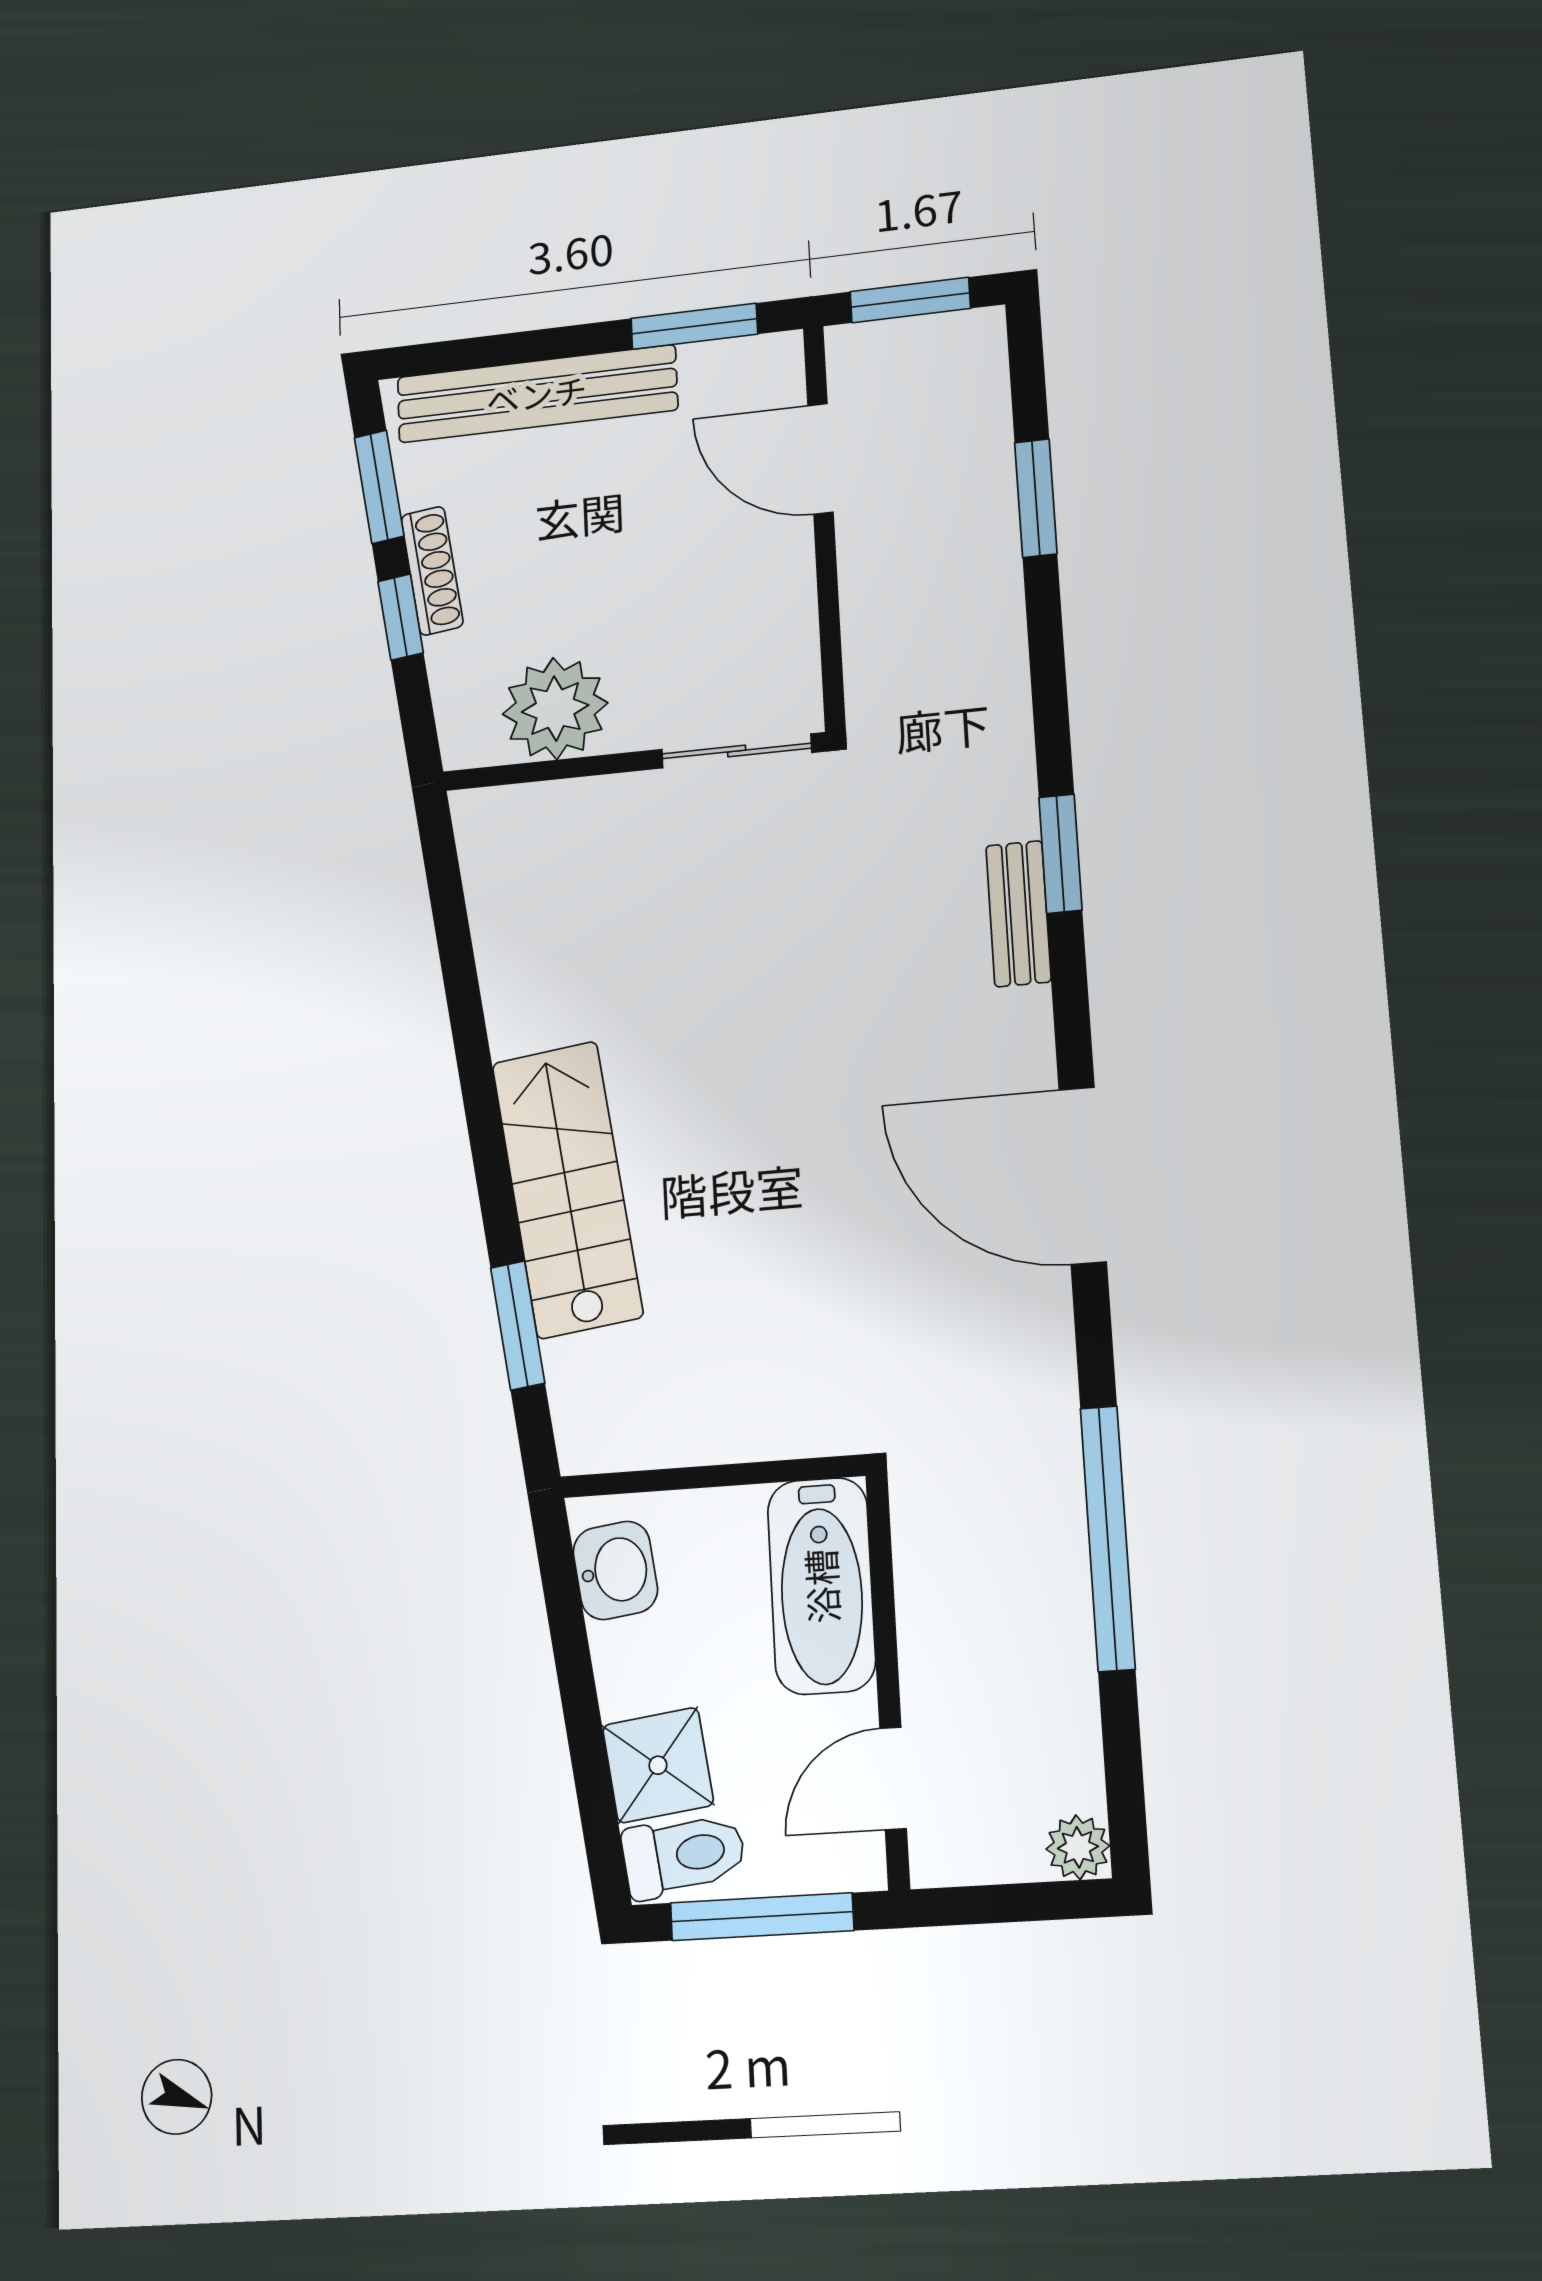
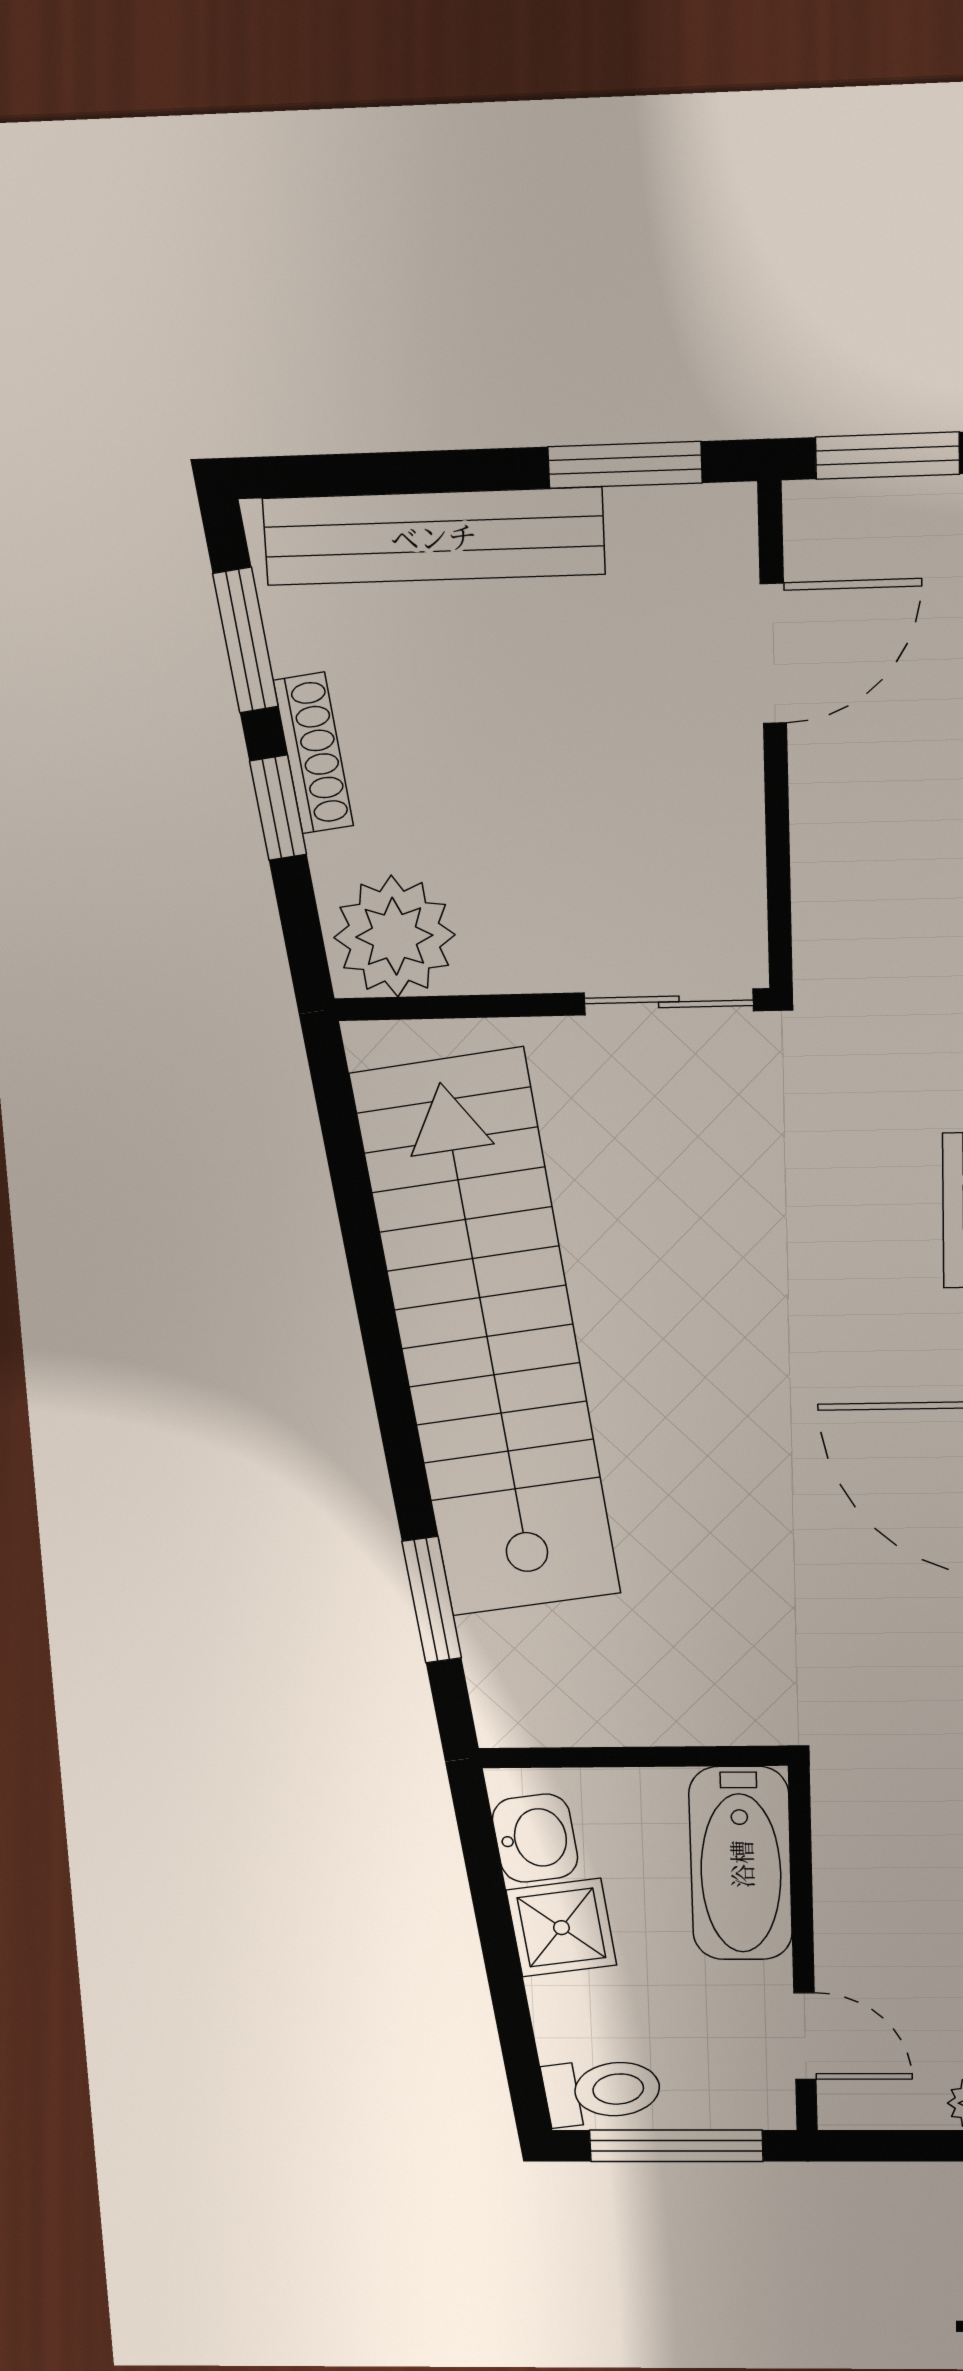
door: (820, 459) -> (773, 653), swing flipped
plant: (555, 709) -> (394, 936), moved
stairs: (567, 1189) -> (487, 1338), width x1.86, depth x1.51
shower: (658, 1765) -> (561, 1928), moved
door: (893, 1778) -> (805, 2036), swing flipped

